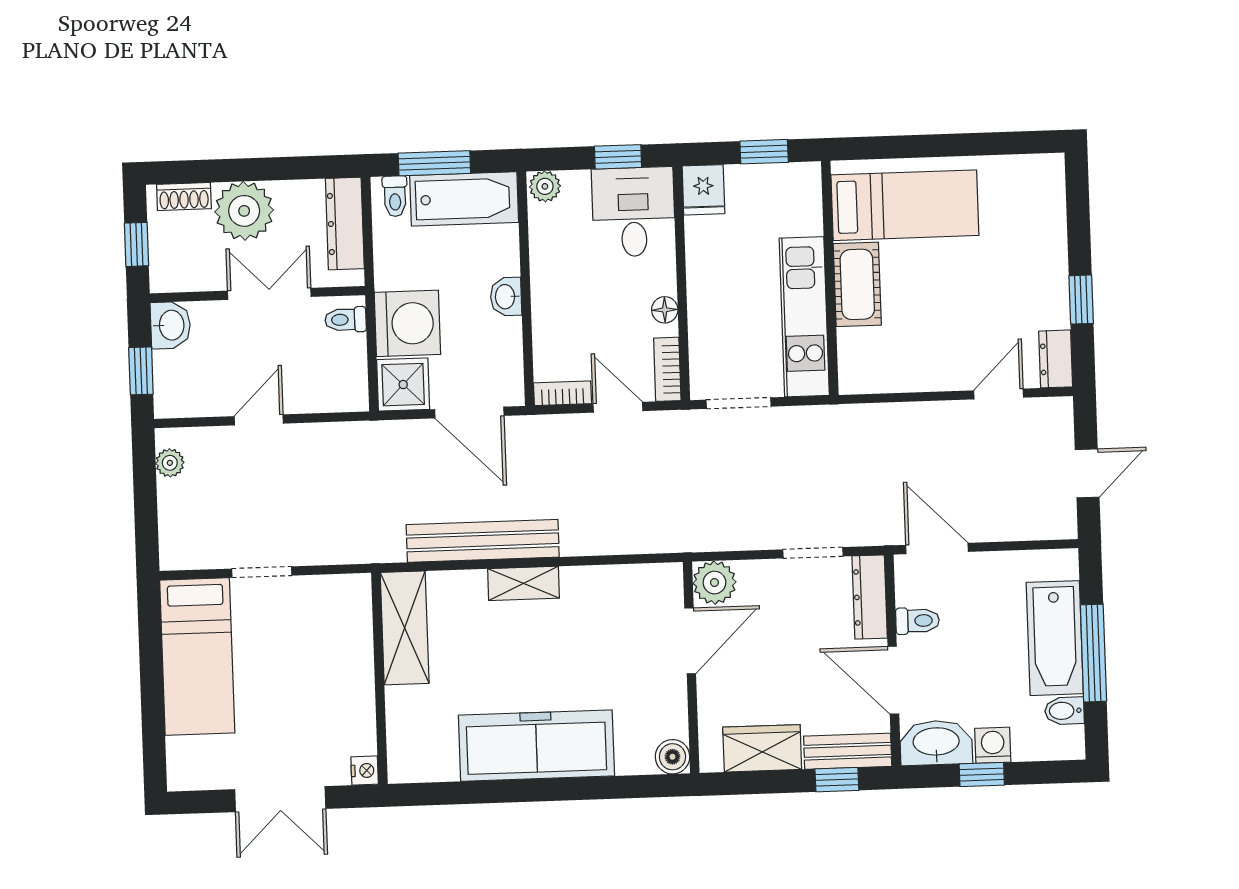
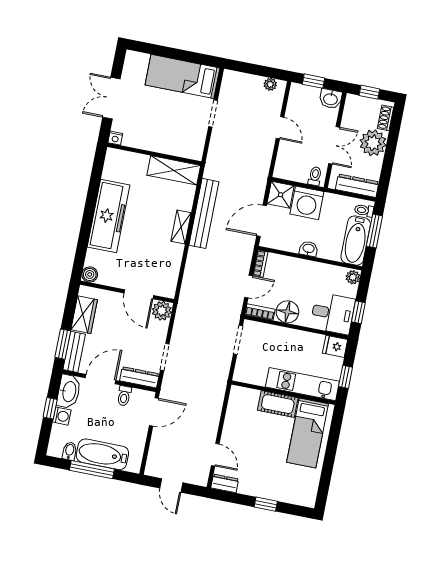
window: (1081, 300) -> (266, 504), moved
floor lamp: (665, 310) -> (287, 312), width x1.89, depth x1.89
kitchen unit: (804, 317) -> (302, 384), moved
window: (837, 780) -> (63, 344), width x1.50

